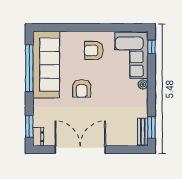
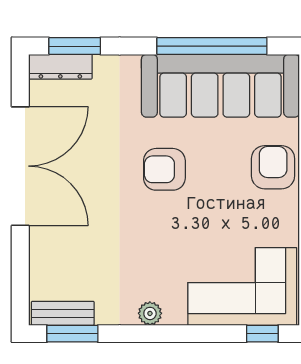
armchair: (94, 50) -> (273, 167), moved
plant: (143, 84) -> (150, 313), moved
dresser: (38, 137) -> (60, 67), width x1.44

